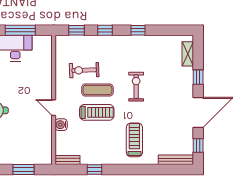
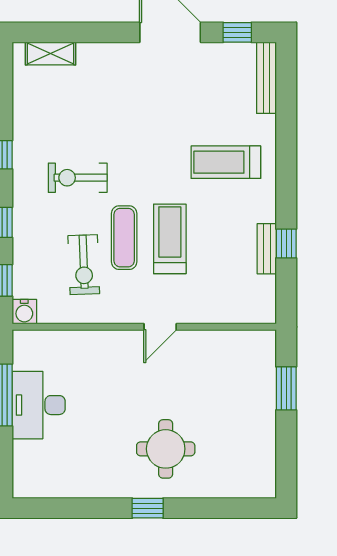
window: (198, 77) -> (98, 32), removed
exercise bike: (136, 87) -> (78, 178), moved
water cooler: (61, 125) -> (24, 312), moved
bench: (67, 160) -> (267, 249), moved

